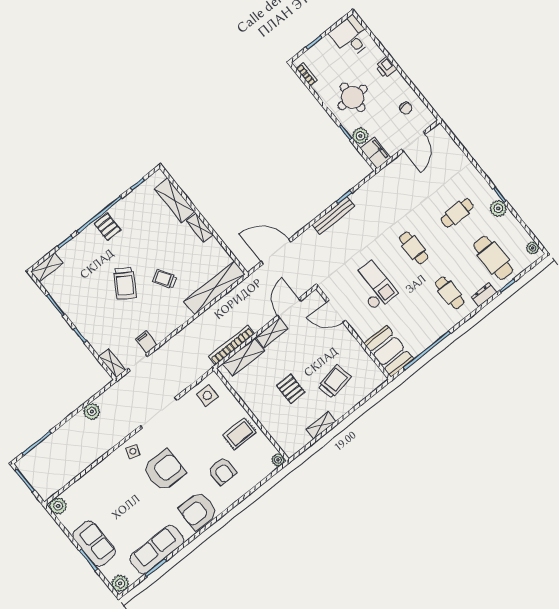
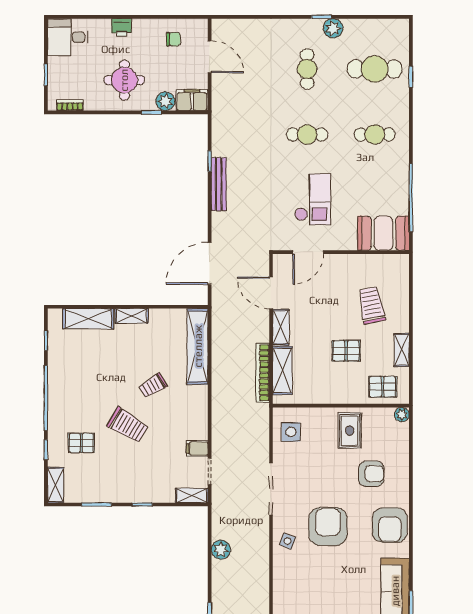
pallet: (107, 227) -> (81, 443), moved
plant: (533, 248) -> (395, 26), removed
checkout: (373, 286) -> (312, 199), turned 90
dresser: (484, 295) -> (402, 104), removed
pallet: (286, 432) -> (383, 387), added

